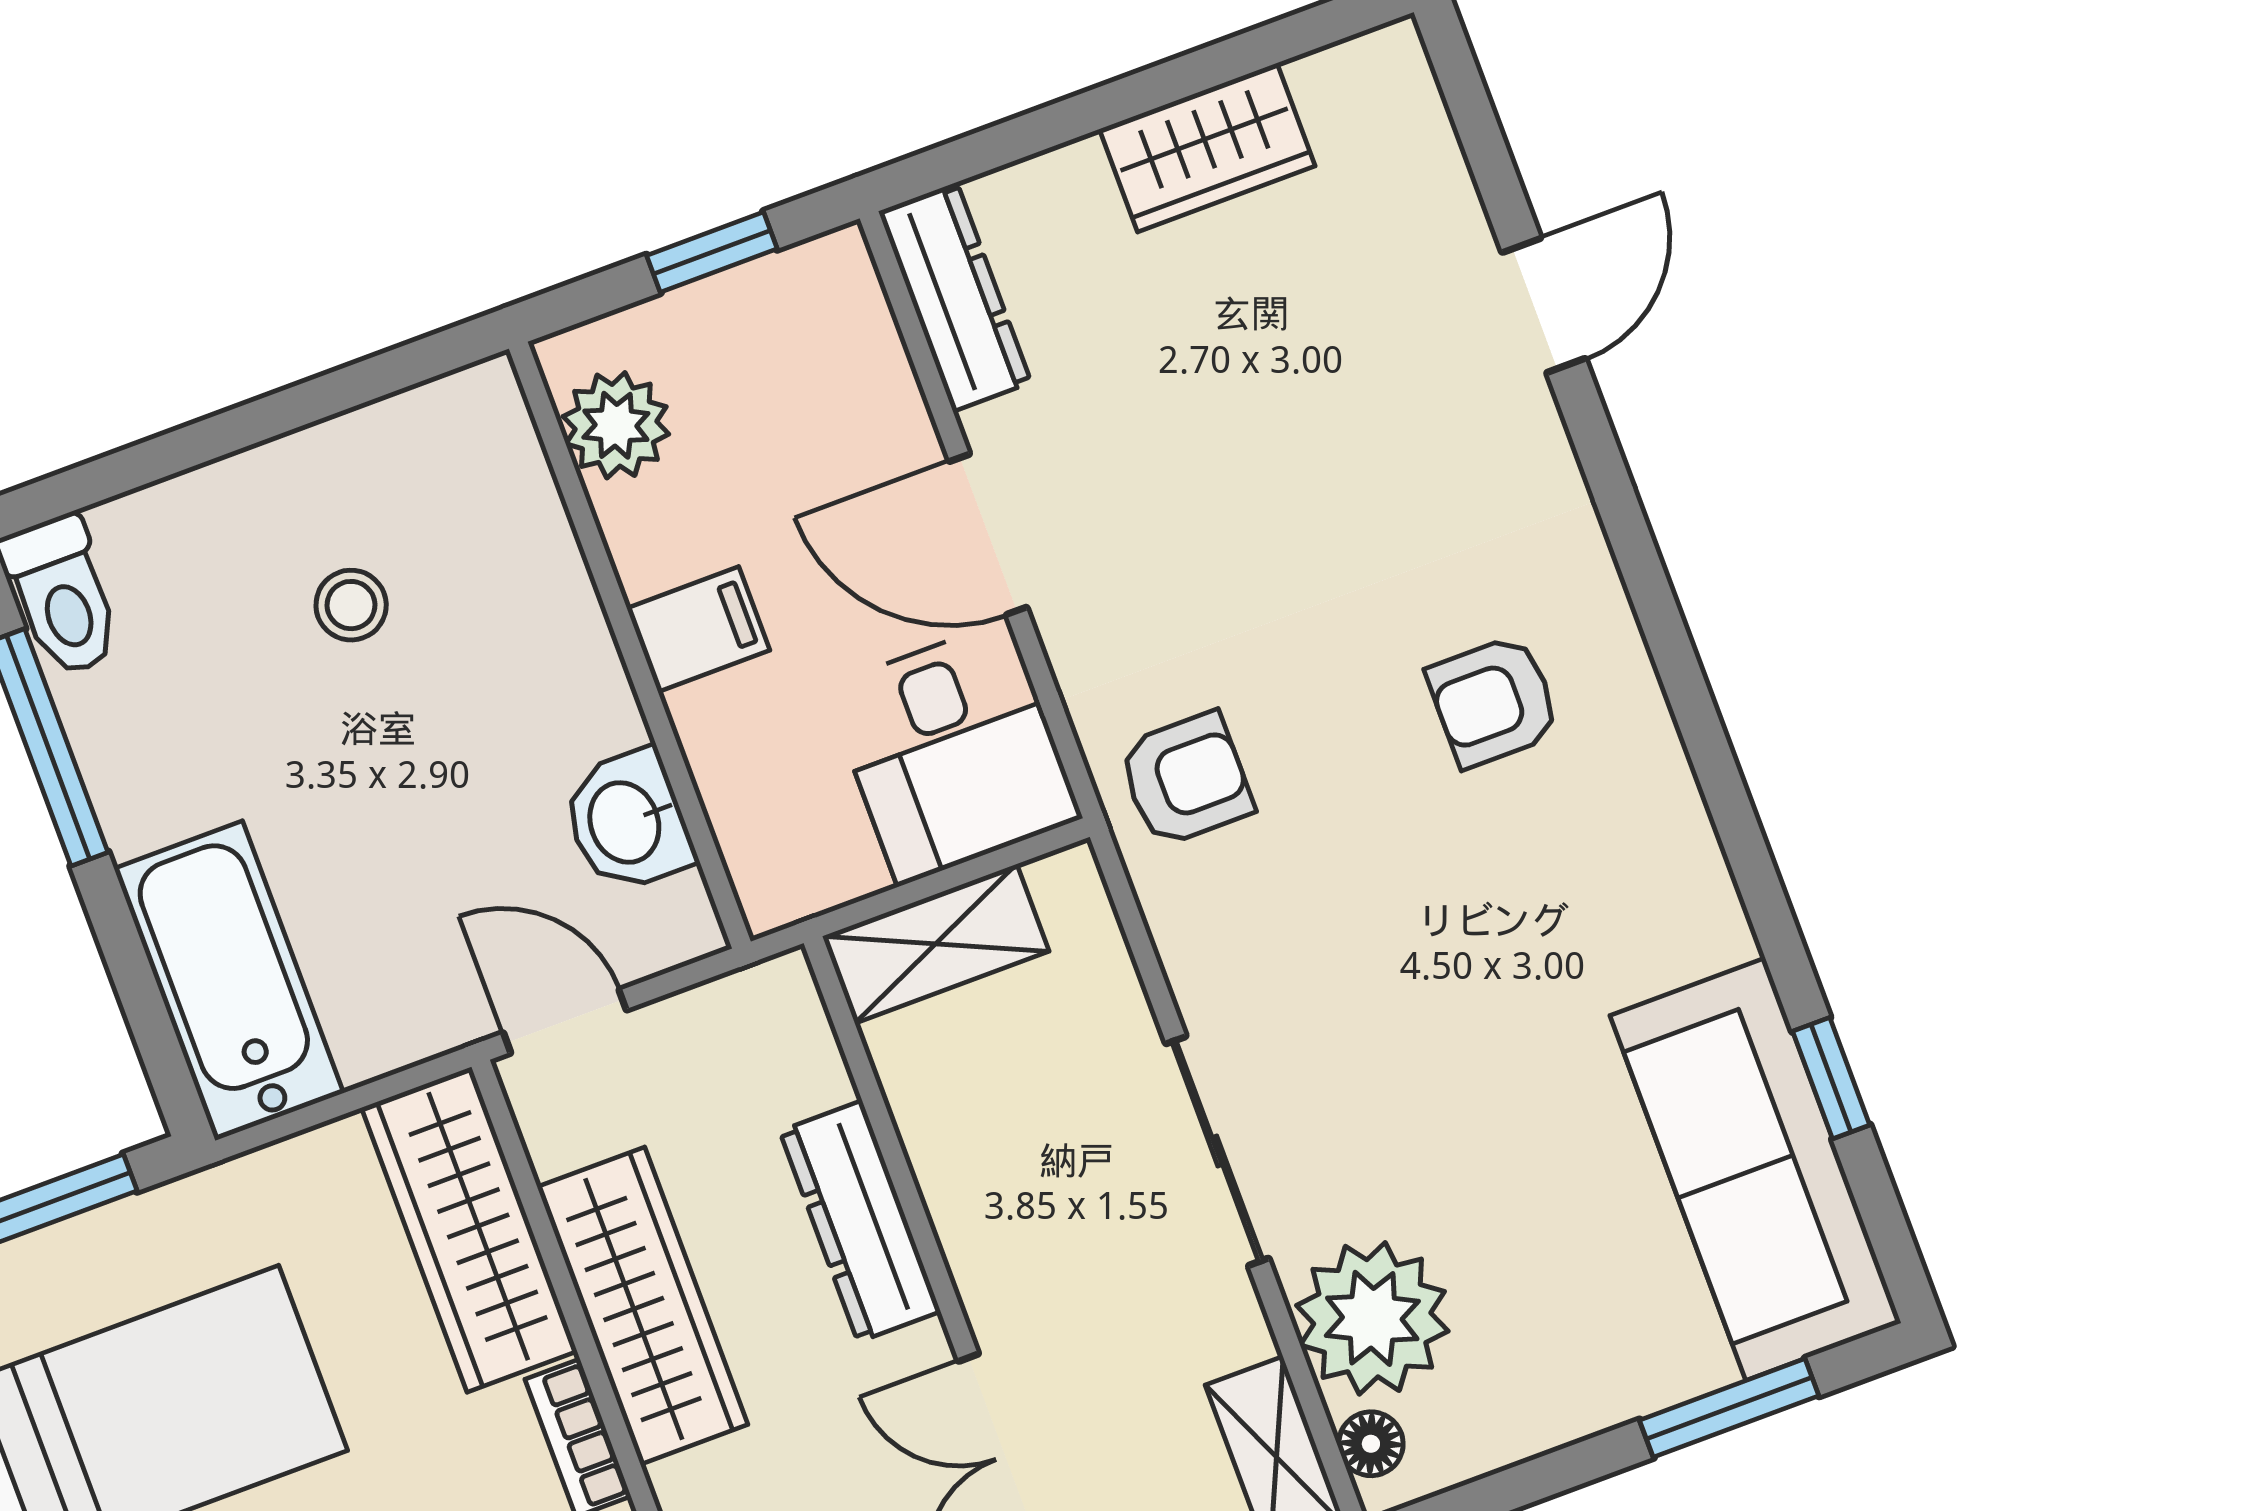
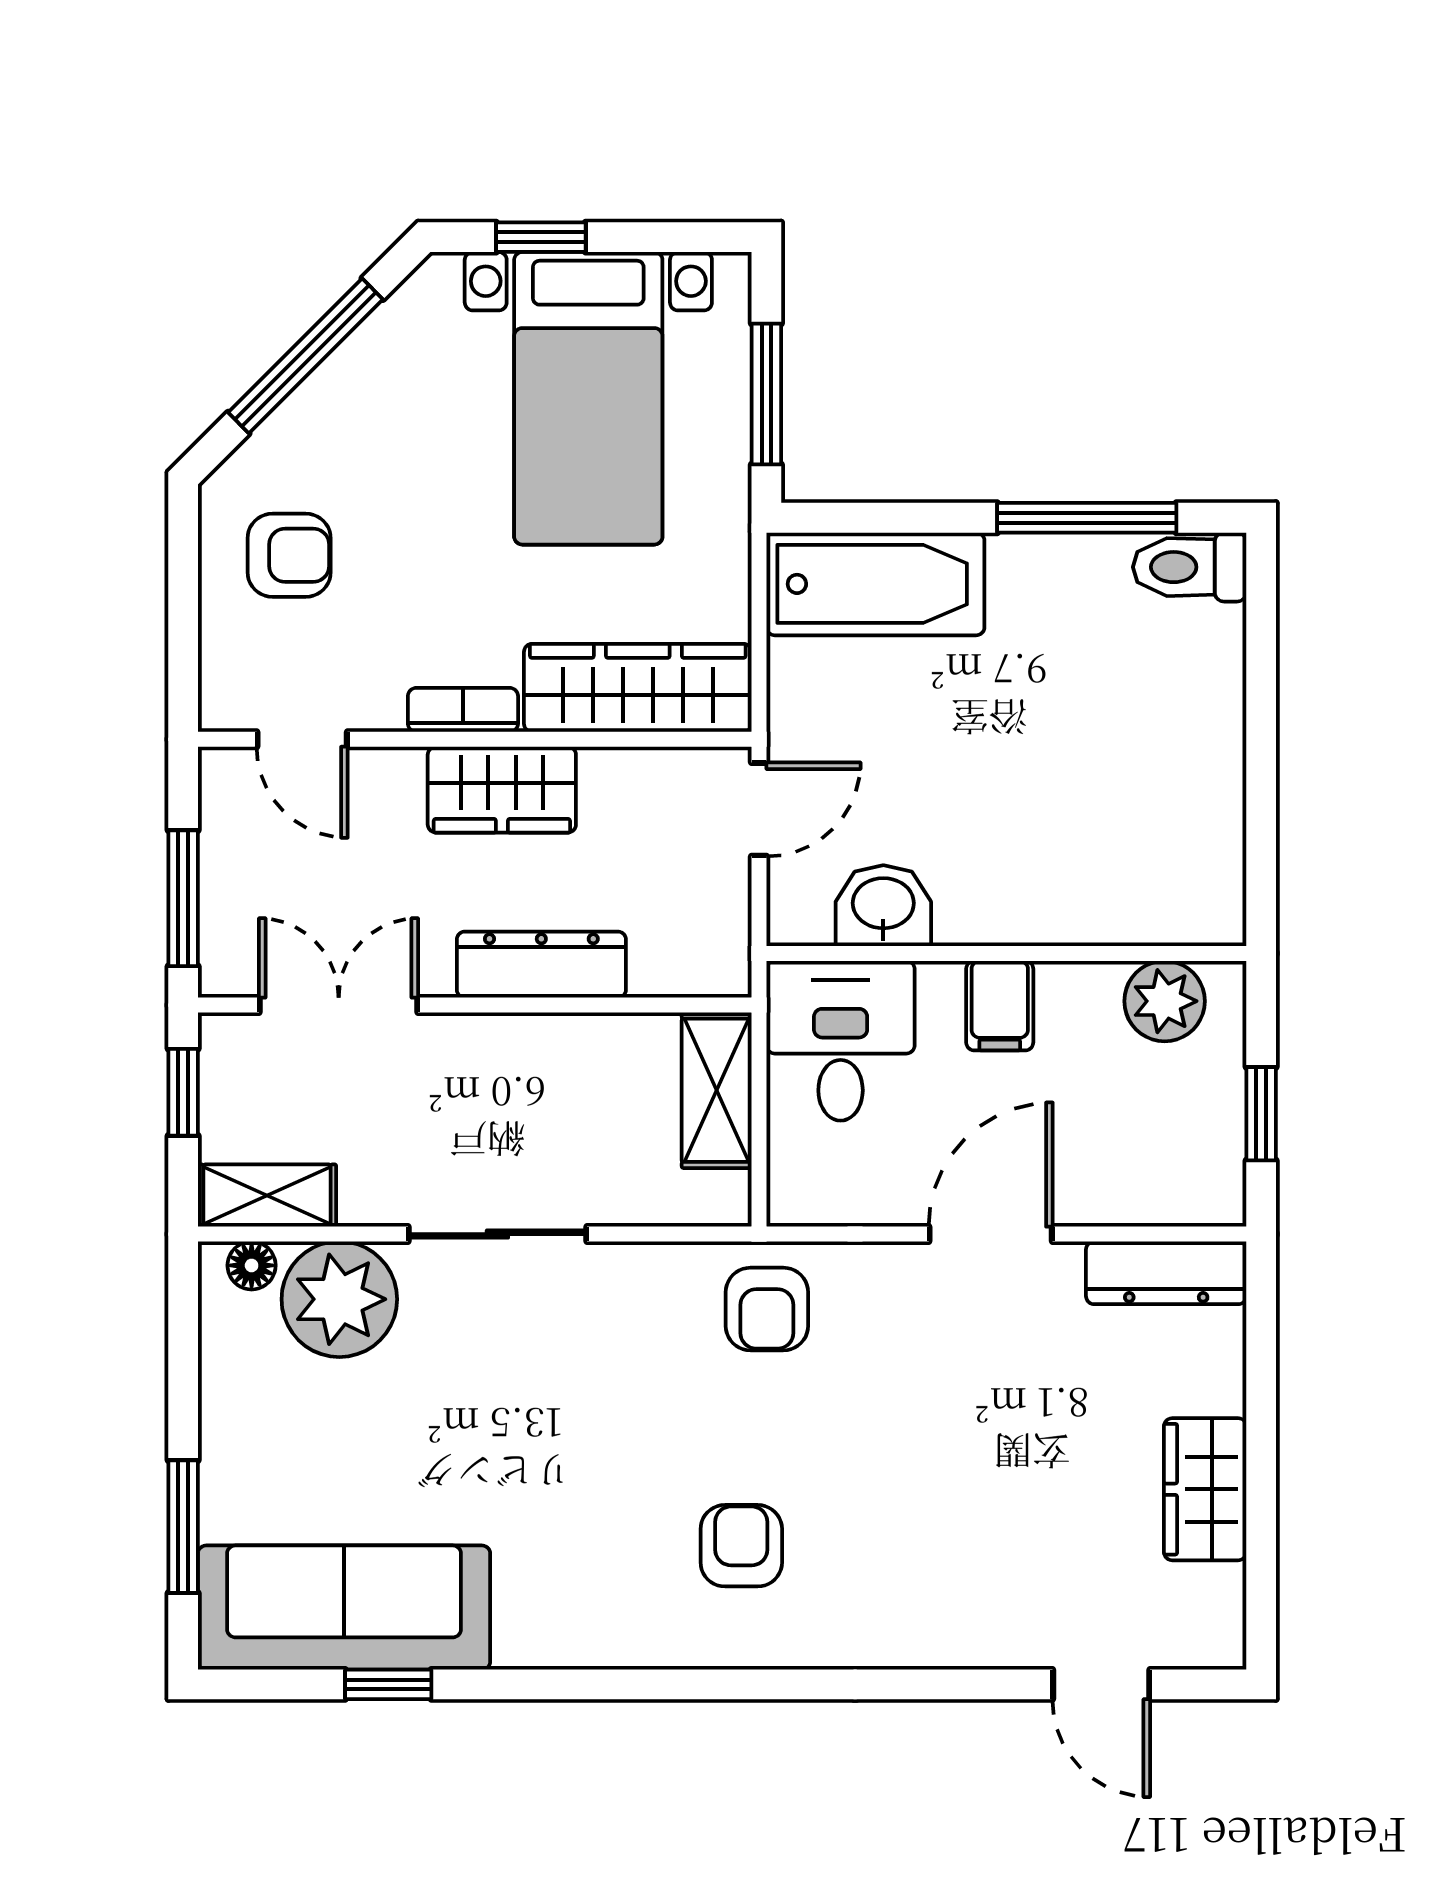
door: (1544, 305) -> (1101, 1684), moved
stool: (351, 605) -> (1107, 768), removed
desk: (953, 753) -> (841, 1041), moved, turned 90
wardrobe: (642, 1306) -> (502, 790), width x0.67

